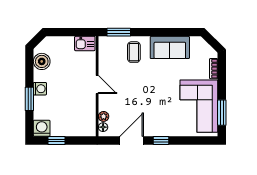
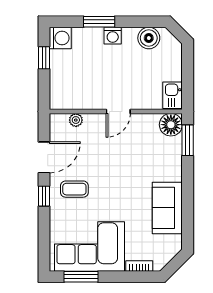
coffee table: (134, 52) -> (74, 189), moved
floor lamp: (103, 127) -> (171, 125), moved, width x1.89, depth x1.89
door: (132, 140) -> (44, 157), hinge flipped

